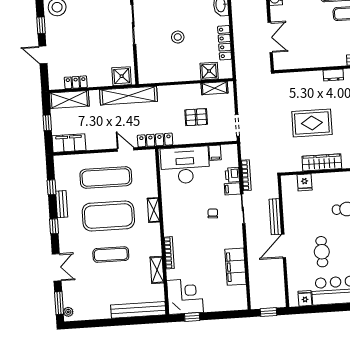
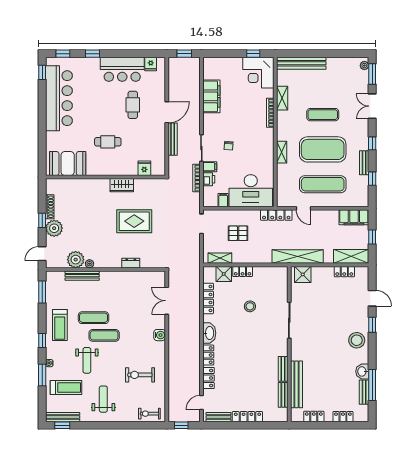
locker: (188, 75) -> (243, 271), added
dresser: (333, 75) -> (131, 263), moved
wardrobe: (322, 162) -> (122, 185), width x0.67

